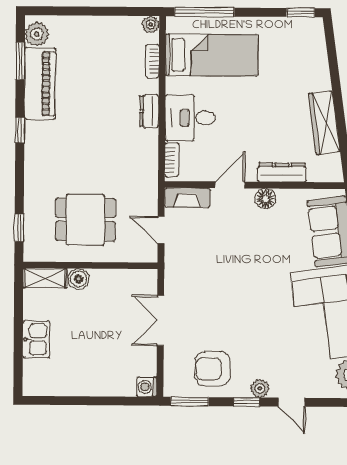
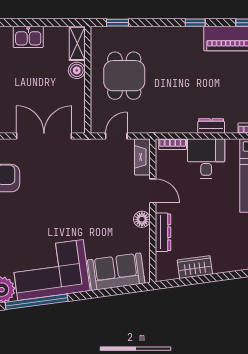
wardrobe: (324, 123) -> (195, 267), width x0.67
double door: (160, 320) -> (44, 136), width x1.37

